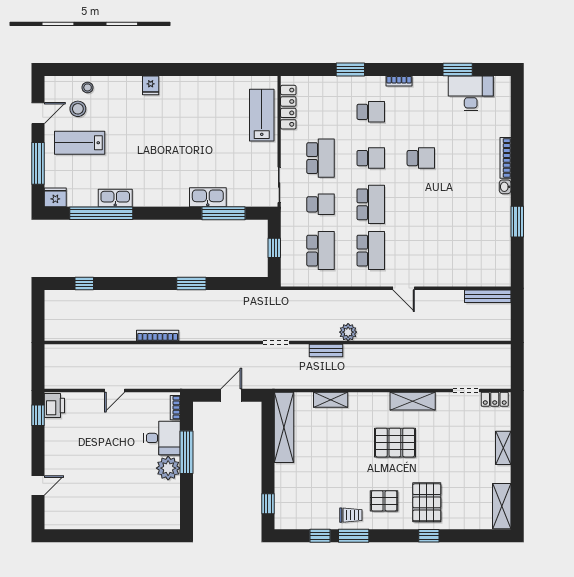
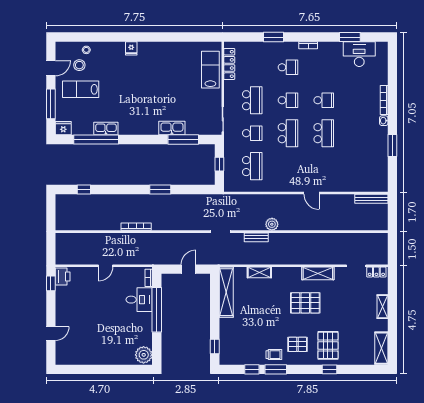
school desk: (371, 251) -> (324, 133), moved
window: (186, 452) -> (157, 310), width x1.46
plant: (168, 468) -> (144, 355), moved

